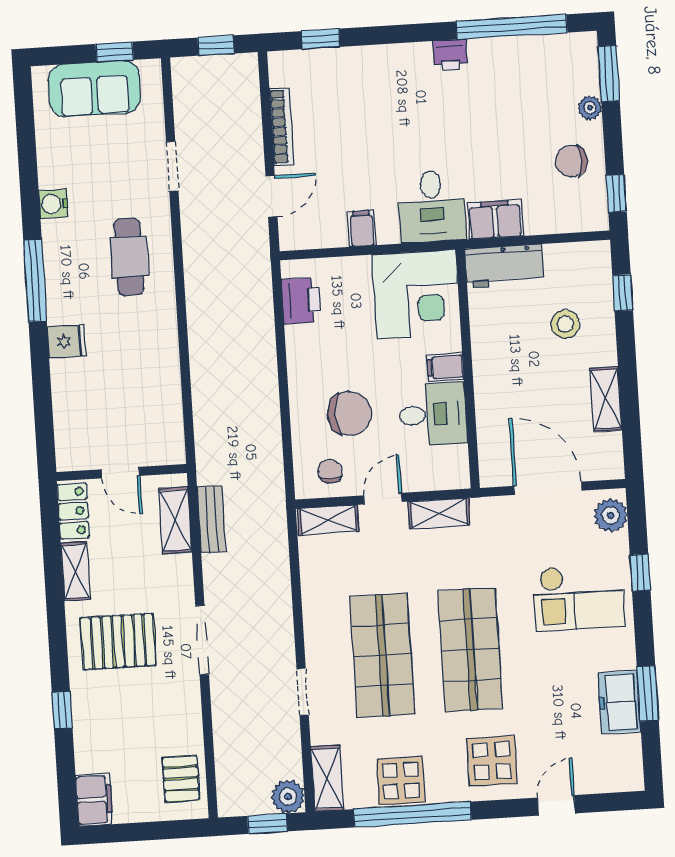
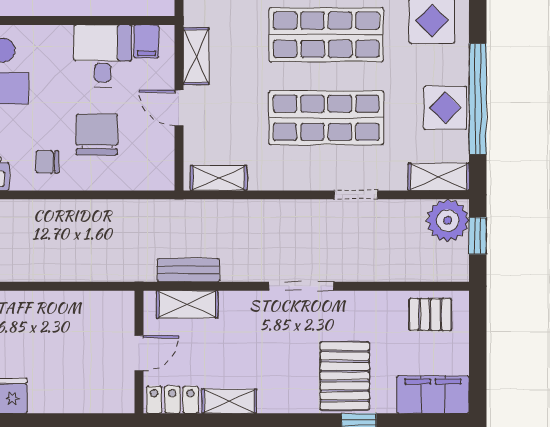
filing cabinet: (445, 367) -> (146, 41), moved
chair: (330, 471) -> (47, 162), moved
shelving: (328, 520) -> (219, 178), moved, turned 90
pallet: (118, 642) -> (345, 376), moved
plant: (288, 797) -> (448, 220), width x1.36, depth x1.36
filing cabinet: (94, 800) -> (433, 395), width x1.50, depth x1.17

